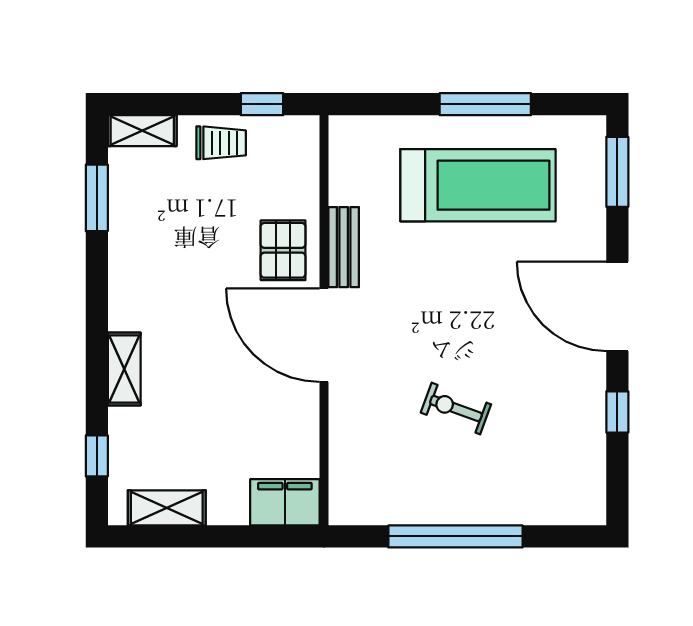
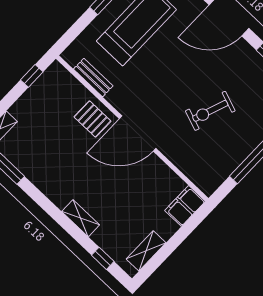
trolley: (221, 143) -> (32, 104), removed
bench: (344, 247) -> (93, 78), moved
exercise bike: (456, 408) -> (210, 111), width x1.38, depth x1.39

